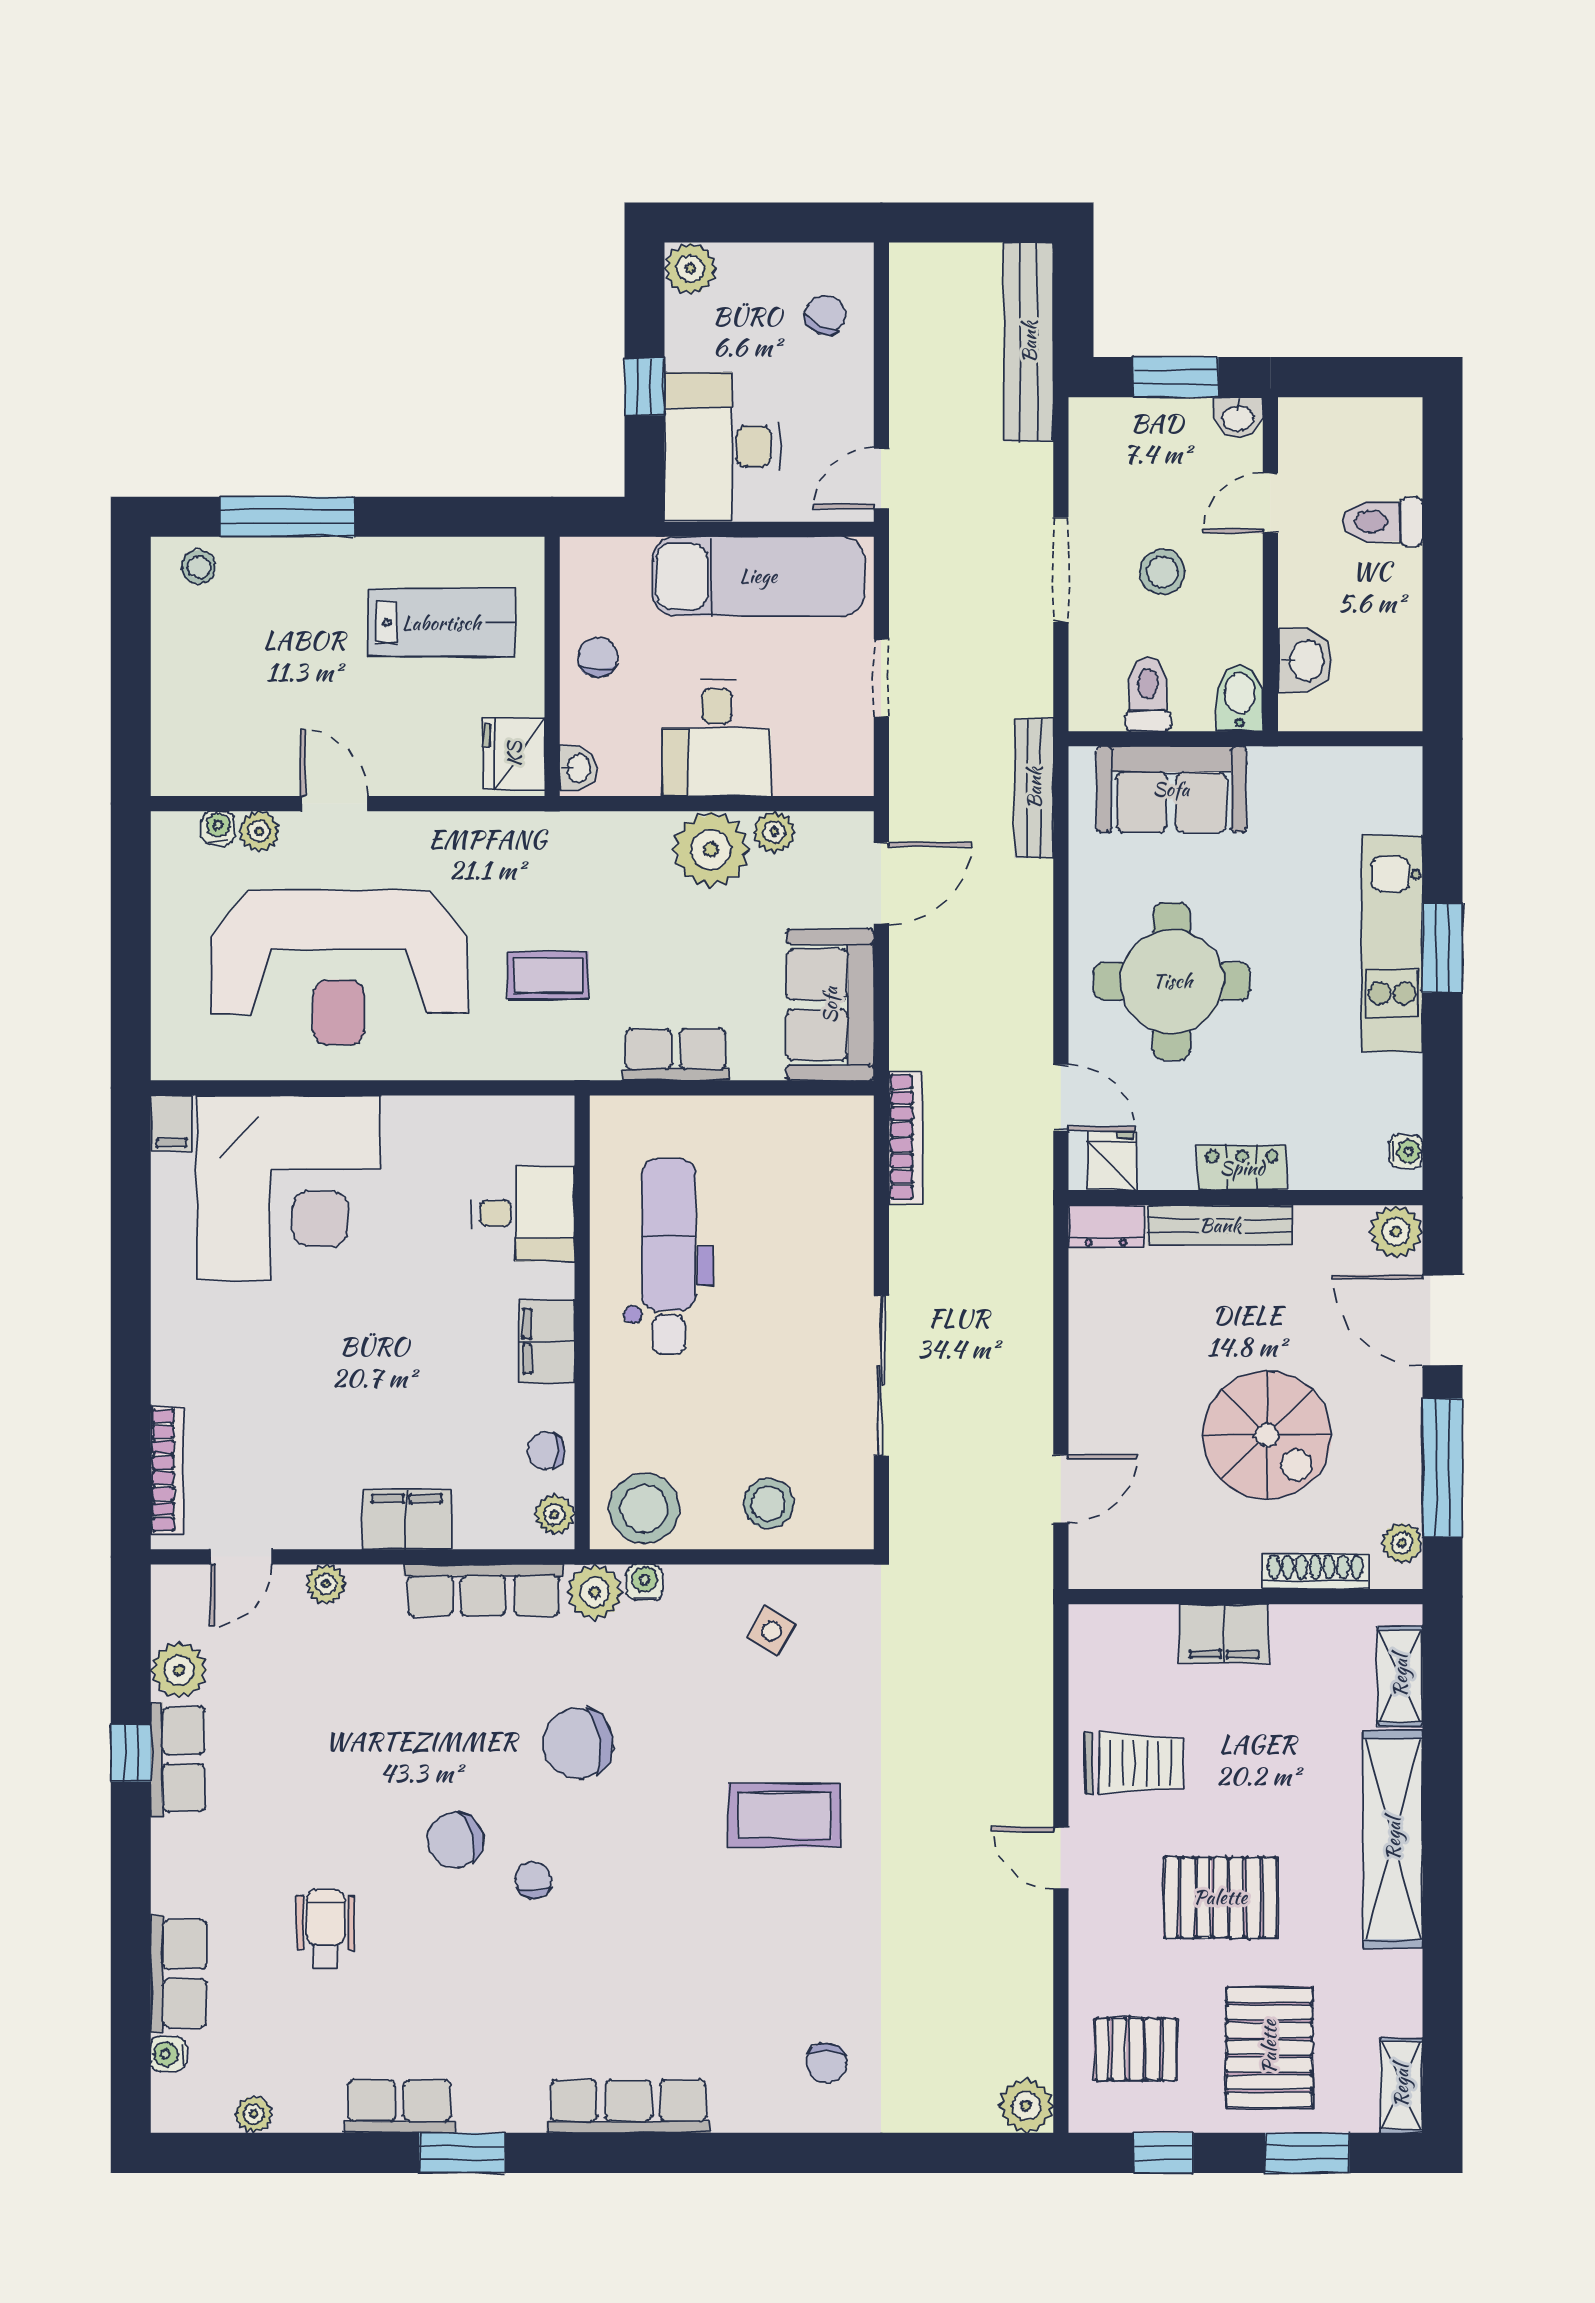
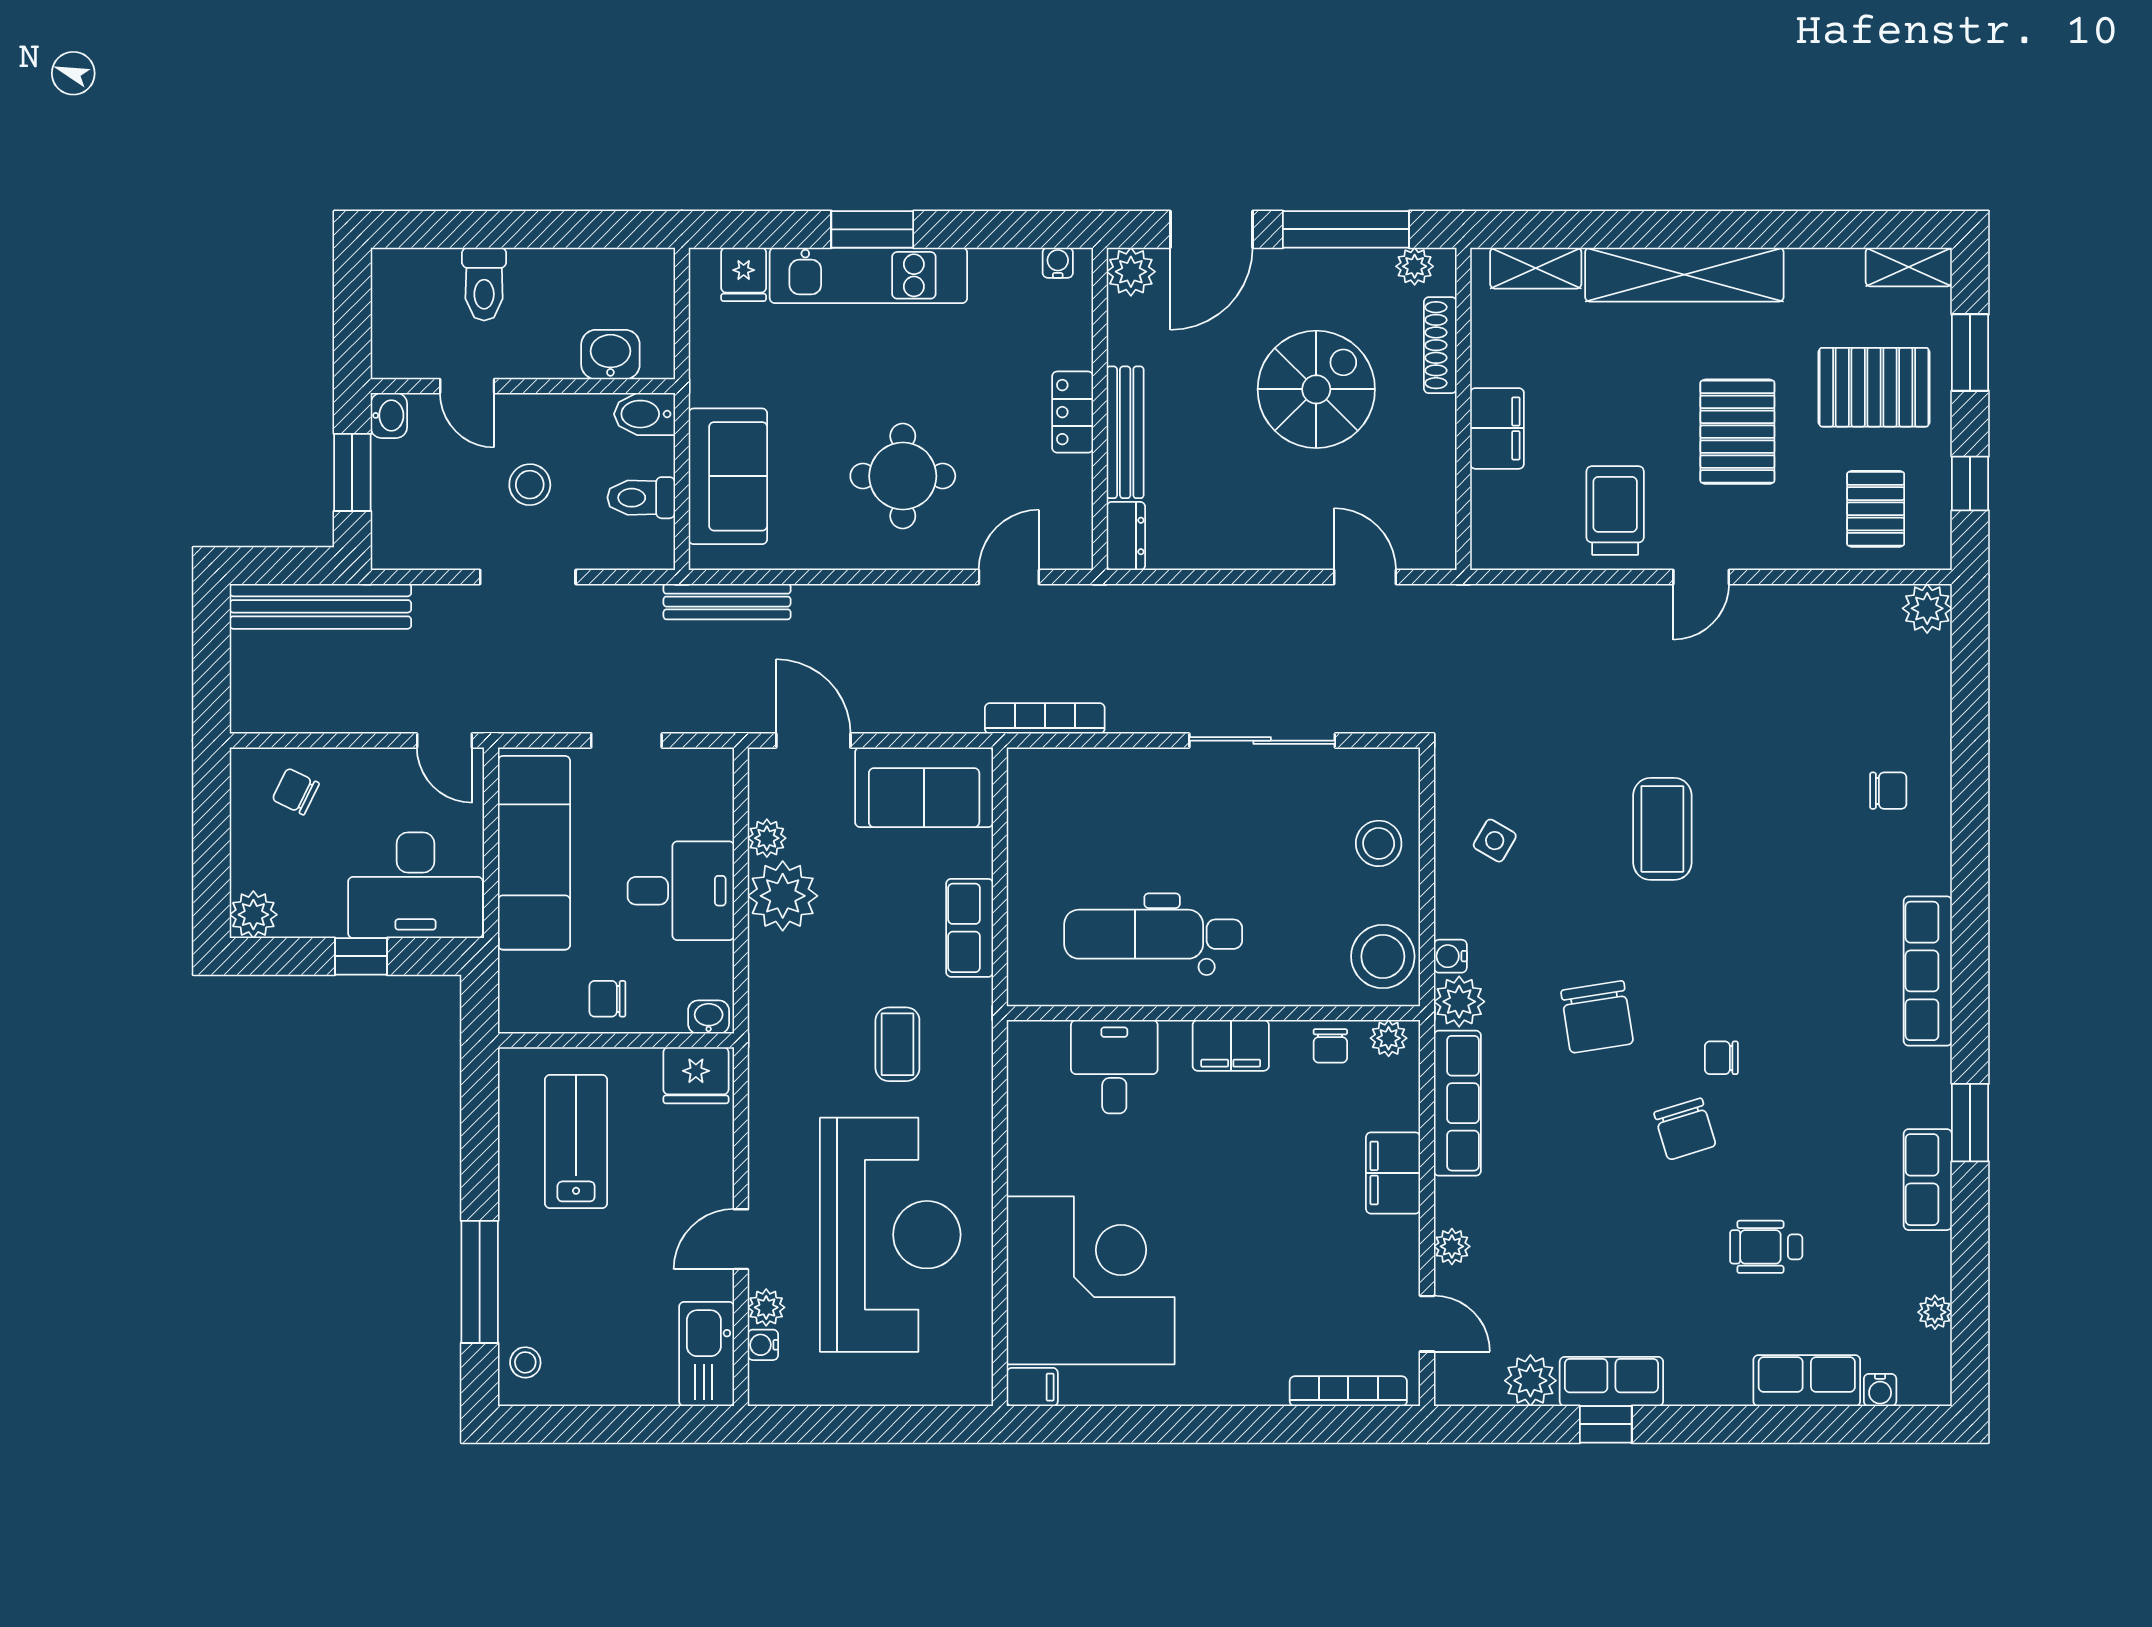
kitchen sink: (208, 766) -> (707, 1354), added
round table: (1172, 981) -> (903, 476), width x0.73, depth x0.73
fridge: (1112, 1161) -> (744, 274), moved, turned -90

